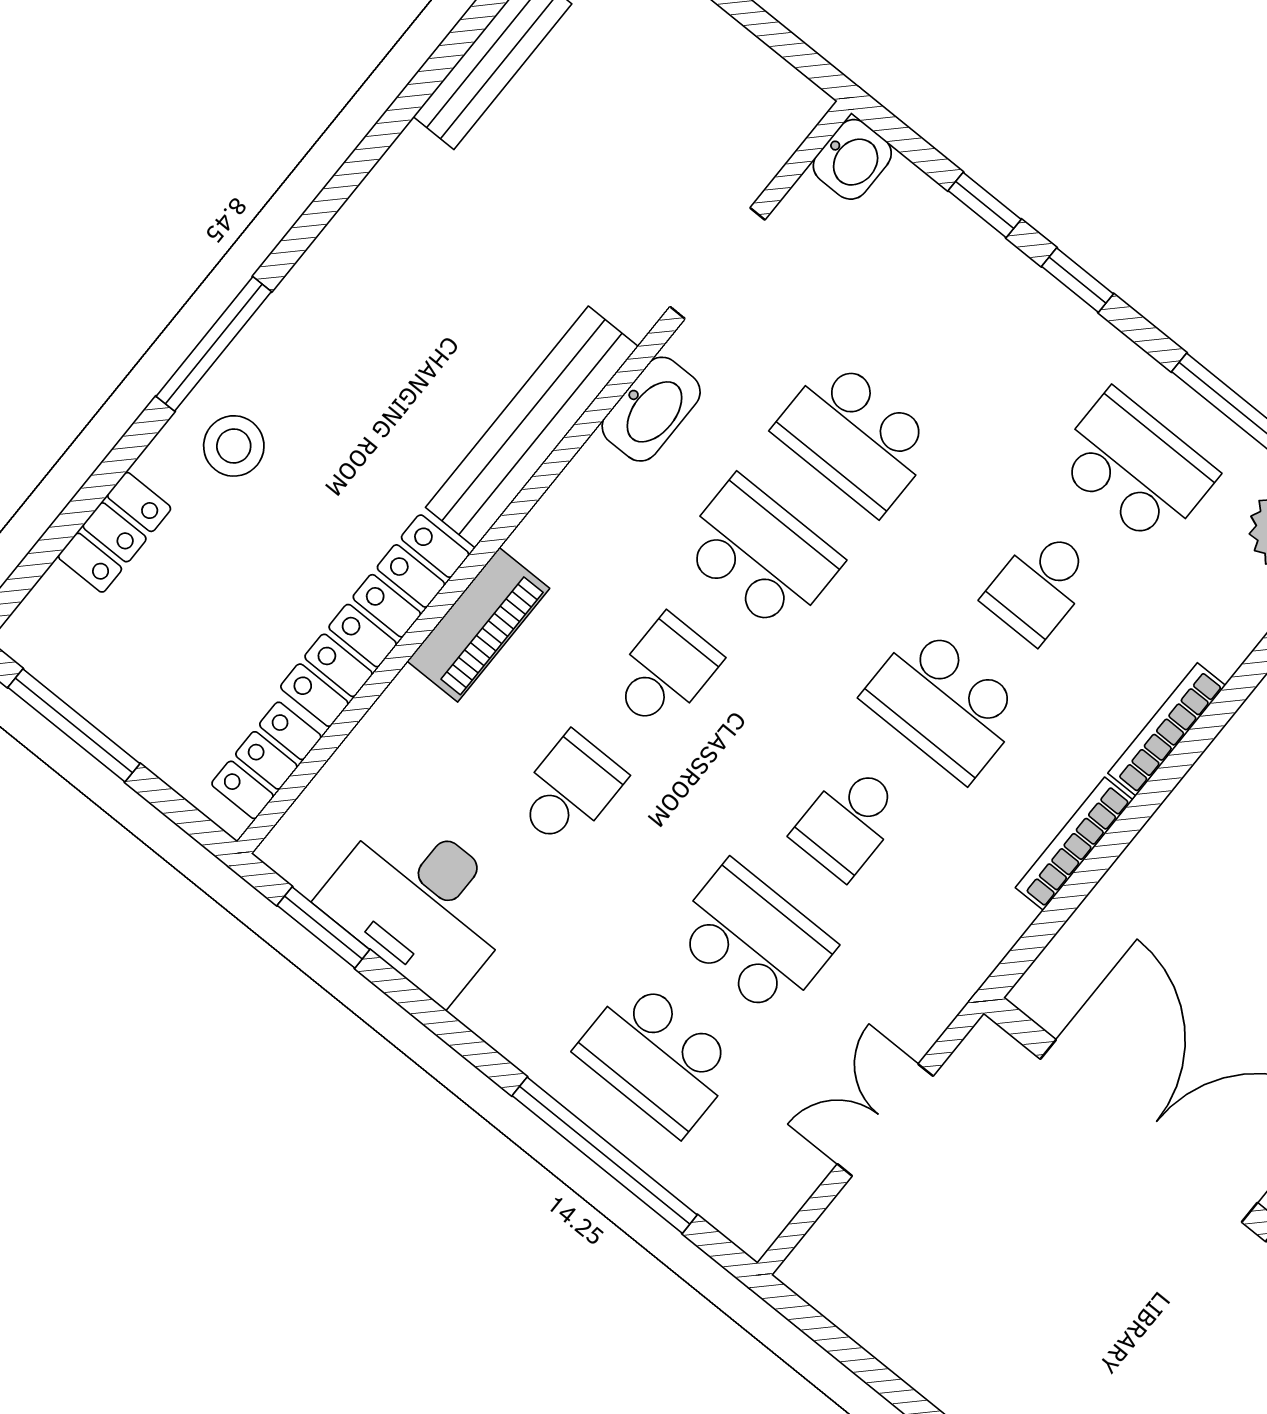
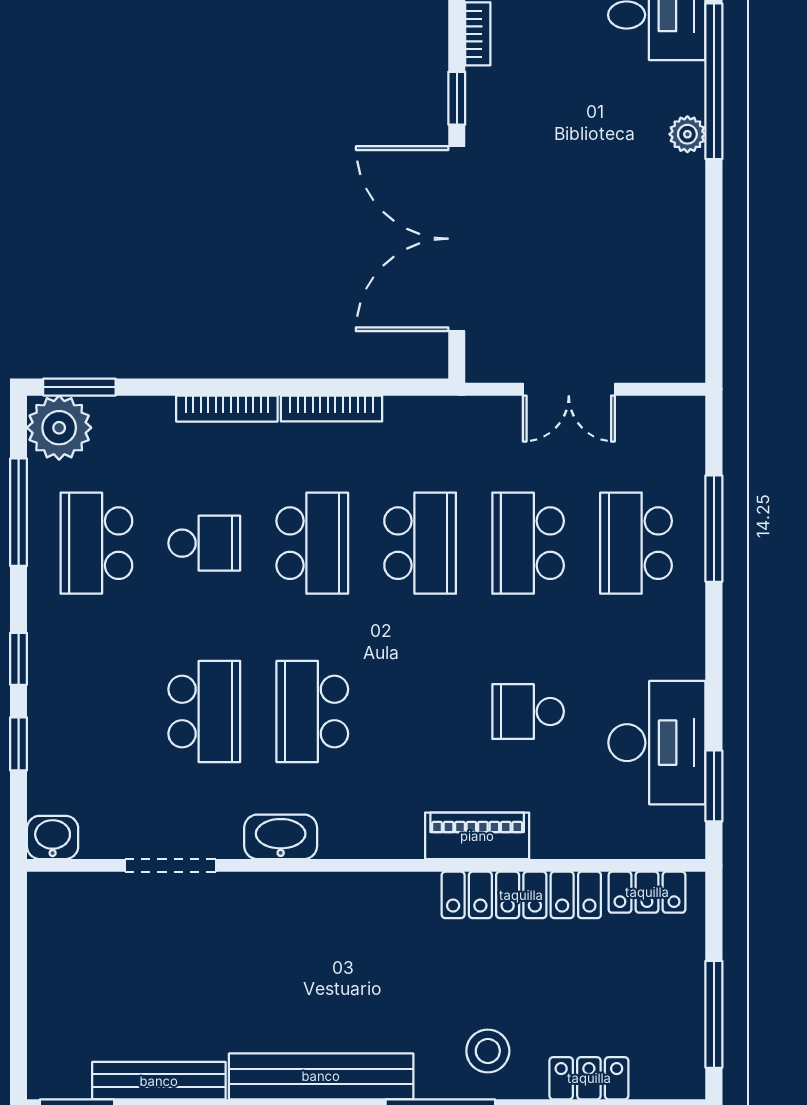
bench: (532, 427) -> (321, 1076), moved
school desk: (665, 672) -> (420, 712), removed
school desk: (849, 821) -> (420, 543), width x1.85
school desk: (658, 1057) -> (636, 543), turned 180
window: (605, 1155) -> (714, 529), width x0.68

